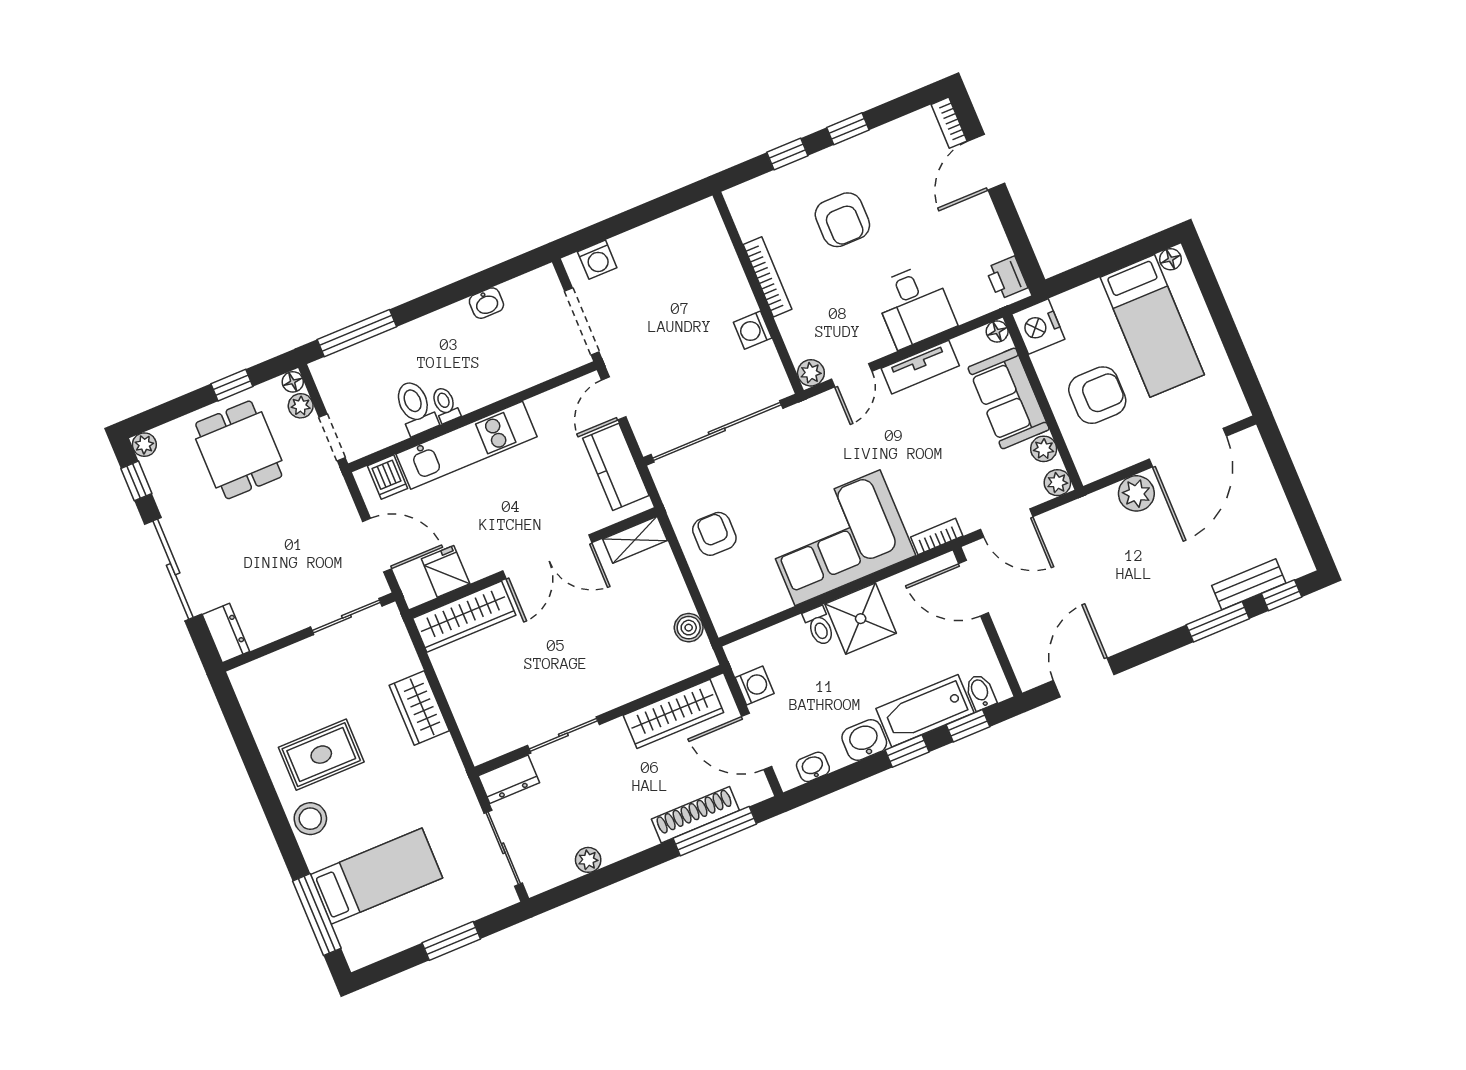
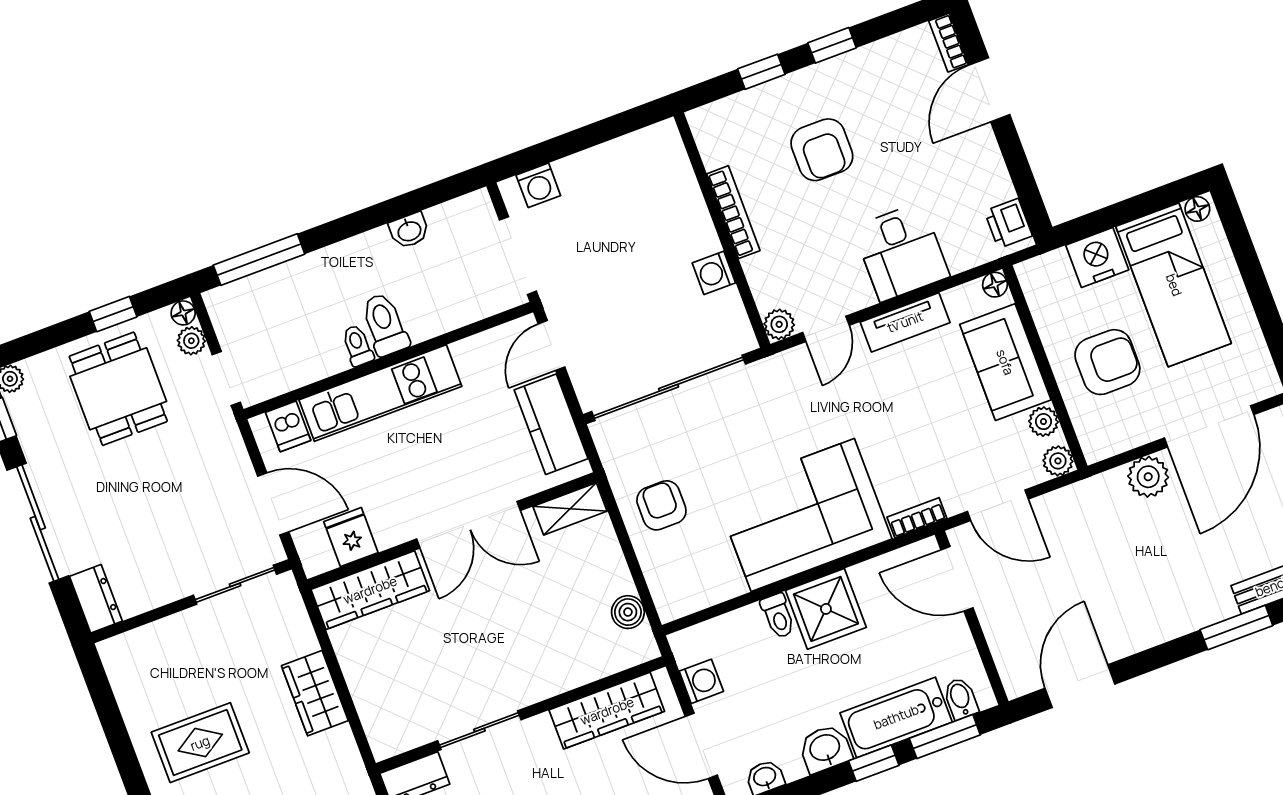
nightstand: (1038, 327) -> (1097, 258), moved, turned 90
toilet: (415, 407) -> (385, 324), moved
window: (968, 726) -> (945, 737), width x1.50

